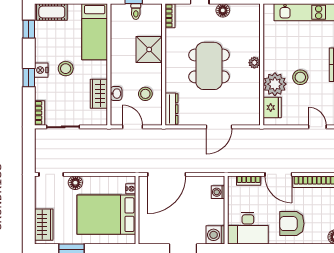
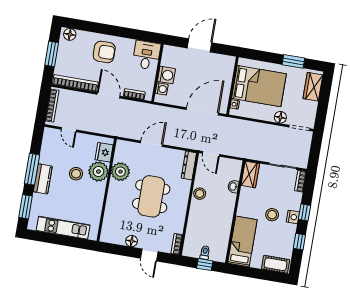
window: (29, 29) -> (299, 242), moved
shower: (149, 49) -> (199, 219), removed
plant: (254, 63) -> (120, 172), moved, width x1.88, depth x1.88
wardrobe: (99, 94) -> (250, 175), moved
stool: (145, 94) -> (200, 194), moved
door: (133, 127) -> (211, 154), moved
desk: (248, 228) -> (146, 55), width x0.73
washing machine: (215, 235) -> (166, 75), moved

